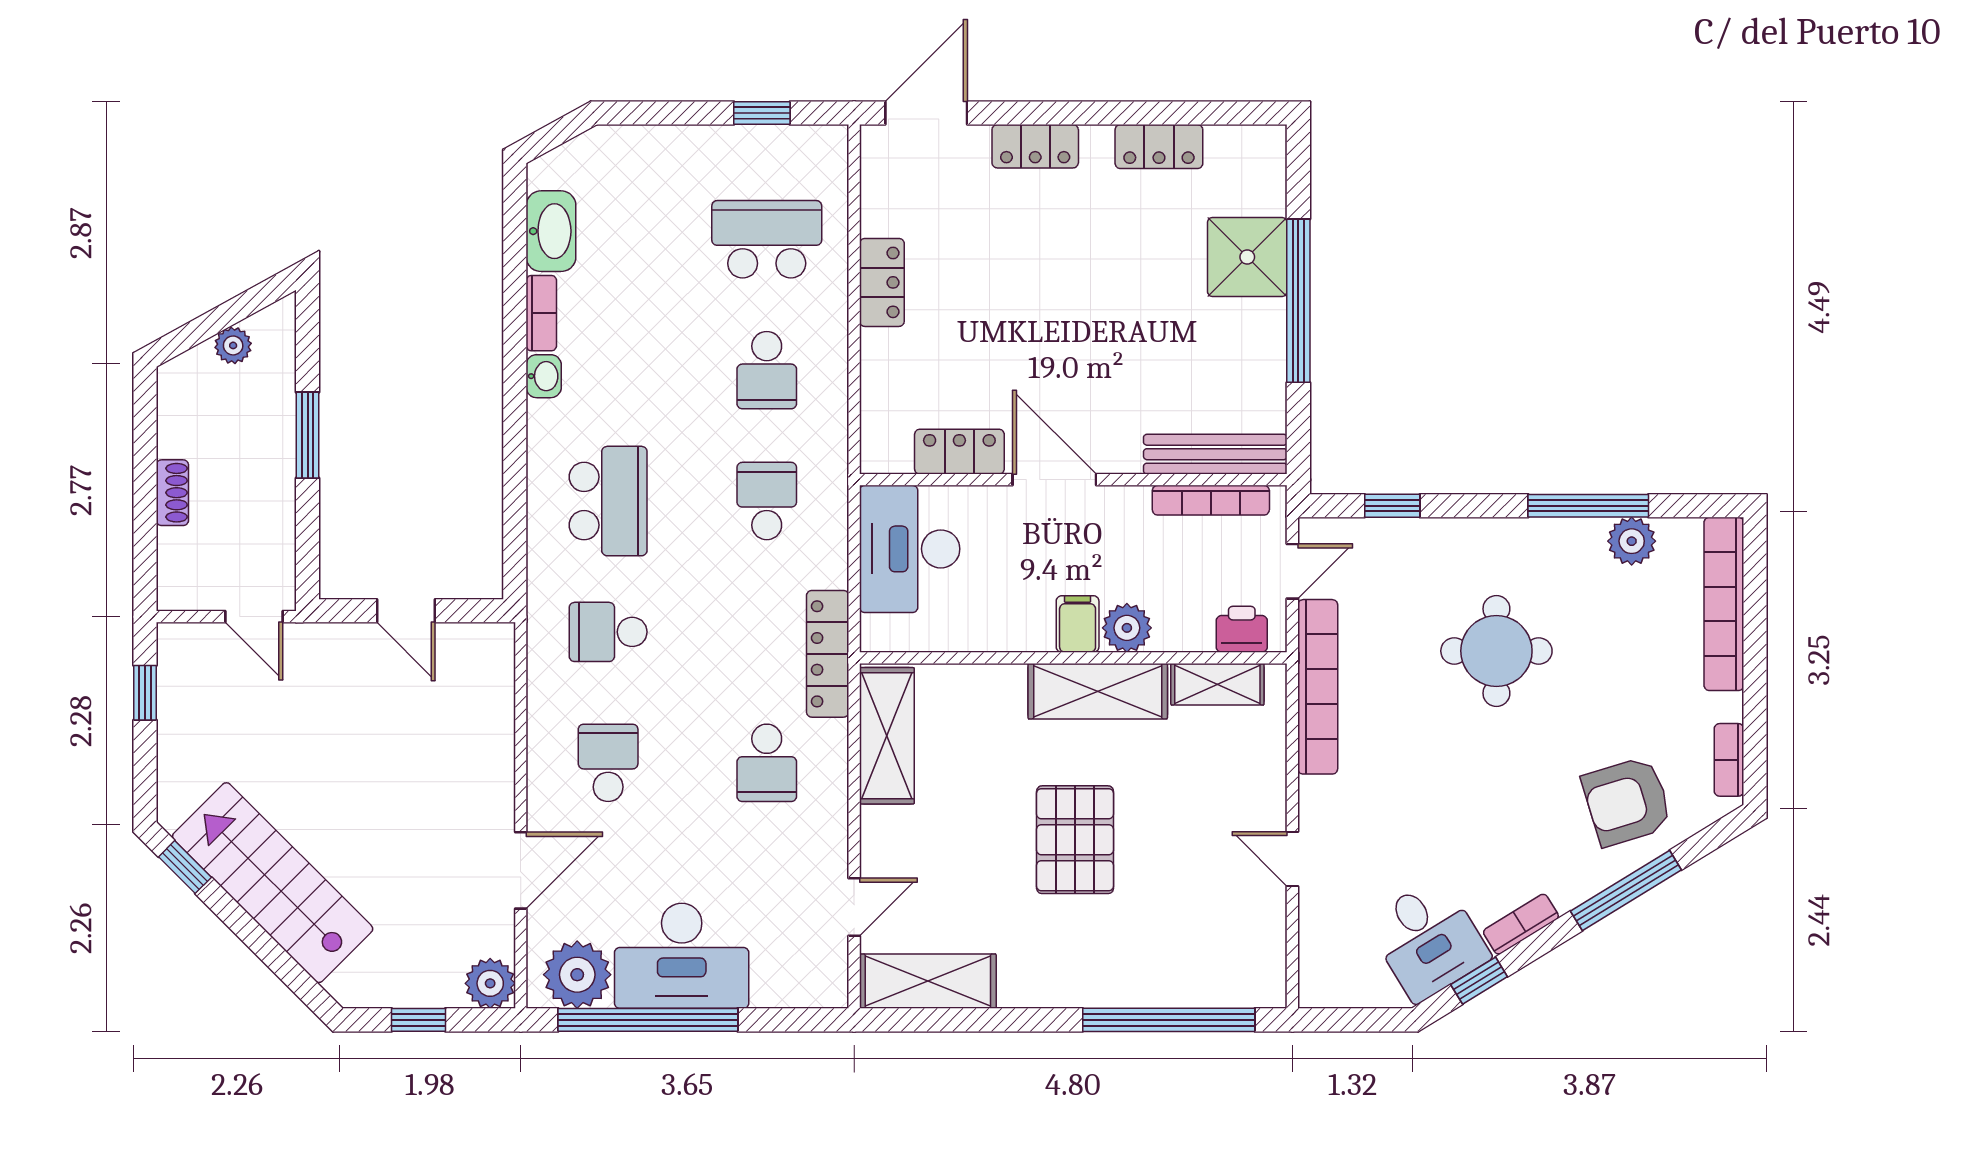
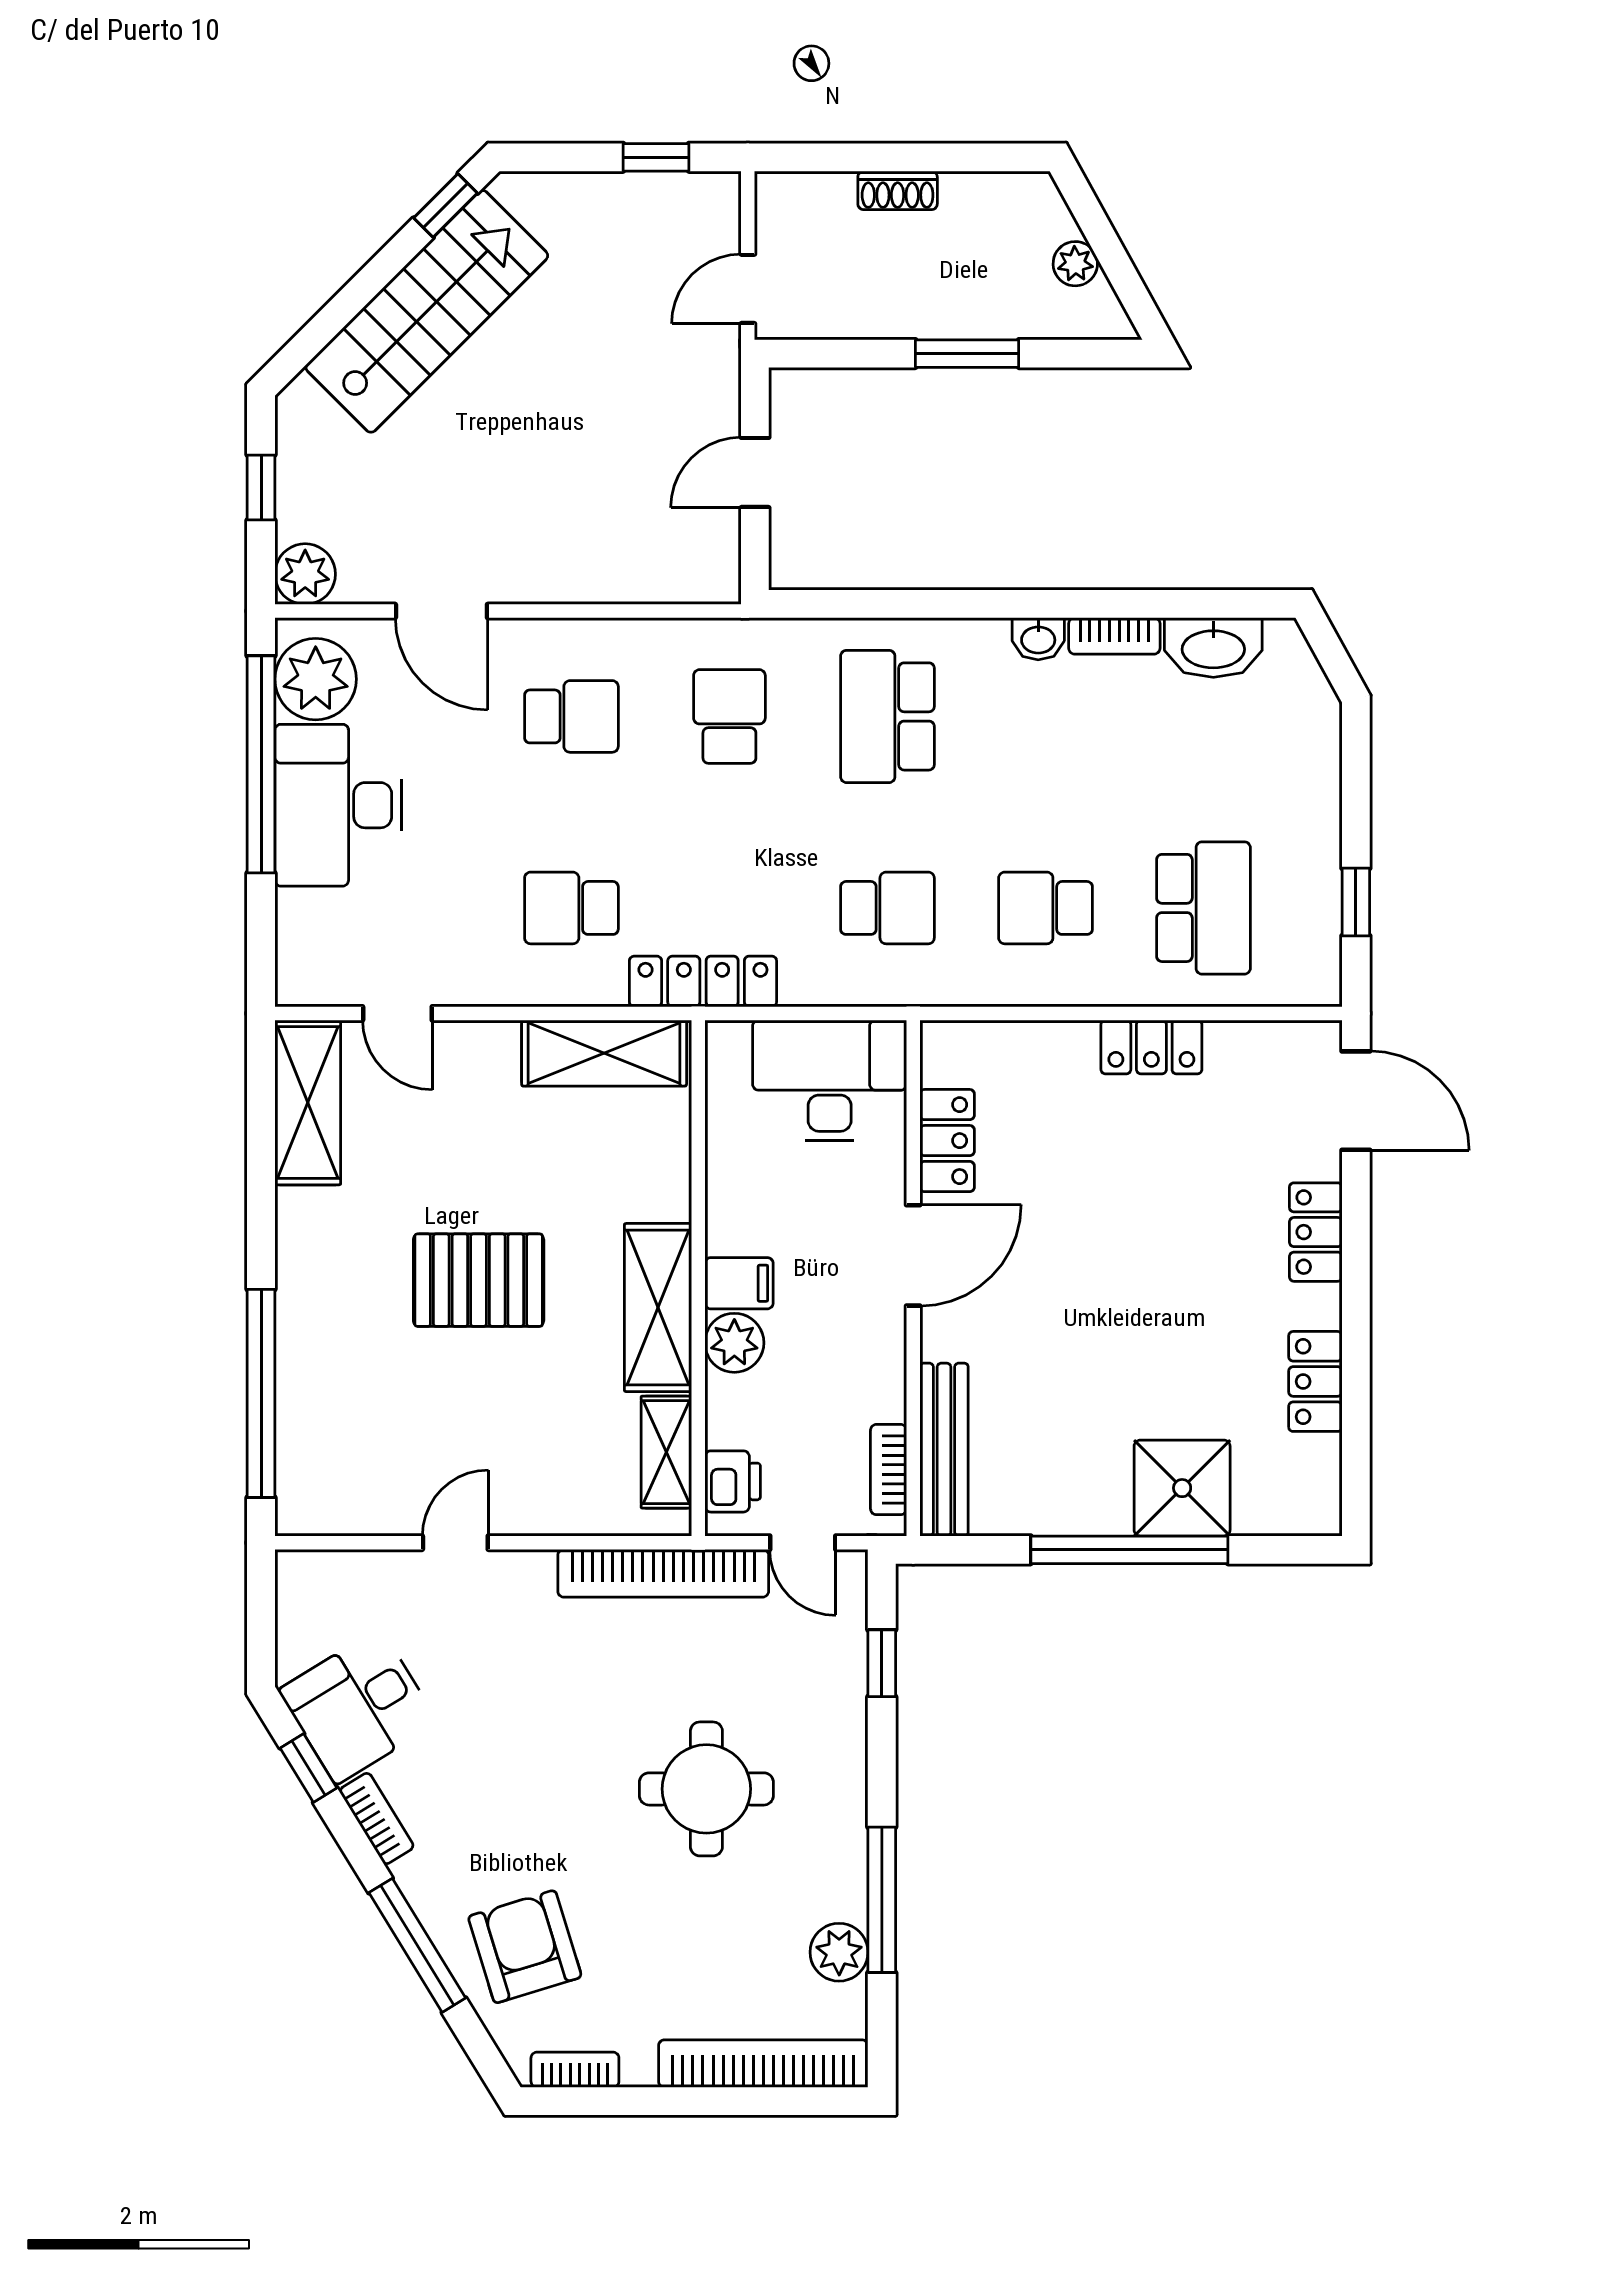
bookcase: (1211, 500) -> (889, 1470), width x0.64
school desk: (608, 501) -> (887, 716), turned 90

